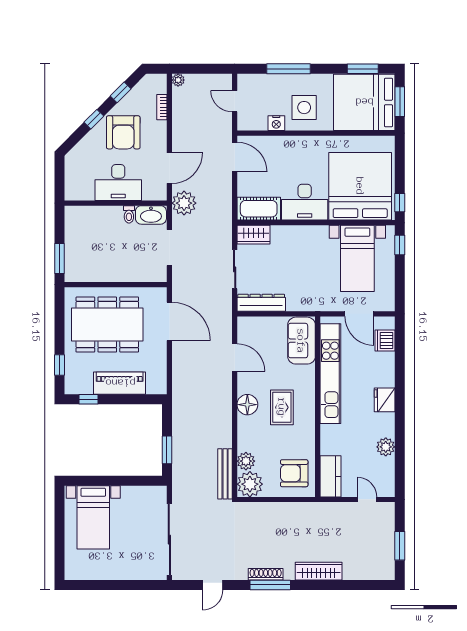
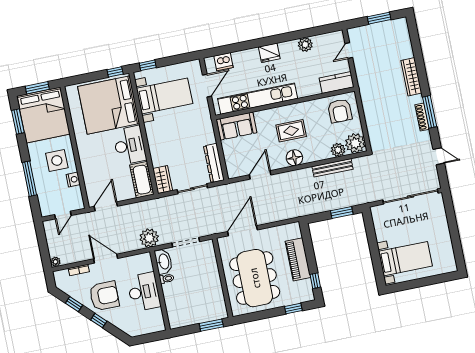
door: (169, 168) -> (106, 259), moved
bench: (225, 474) -> (333, 168), moved

